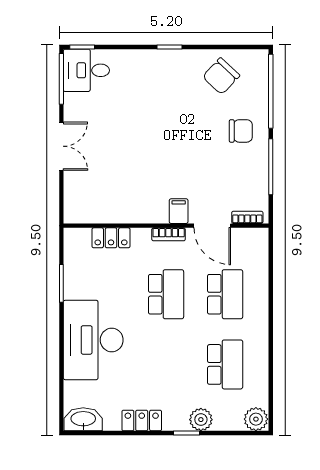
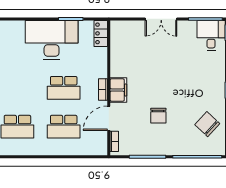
chair: (241, 131) -> (158, 116), moved
filing cabinet: (179, 211) -> (118, 90), width x2.00
locker: (111, 238) -> (101, 33), moved
desk: (93, 340) -> (52, 40), moved

